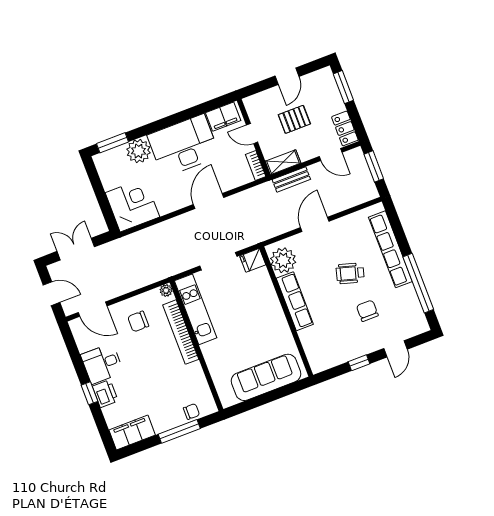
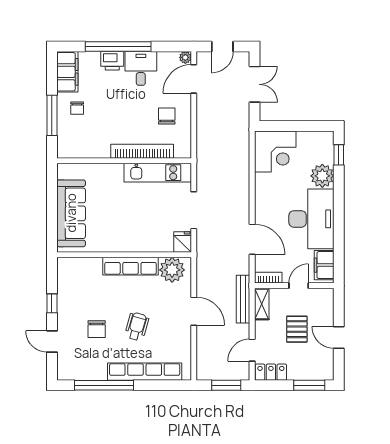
window: (112, 143) -> (339, 155), width x0.67
bench: (291, 179) -> (243, 299), width x1.36
door: (209, 201) -> (252, 239), moved
plant: (166, 290) -> (185, 57), moved
chair: (367, 311) -> (97, 329), turned 90
window: (89, 393) -> (118, 47), width x3.17
chair: (191, 411) -> (77, 108), moved

